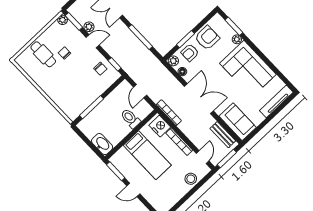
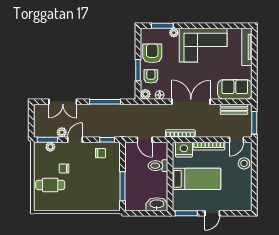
plant: (63, 20) -> (50, 147), moved
armchair: (190, 53) -> (151, 76), turned 180
door: (203, 157) -> (236, 140), swing flipped

